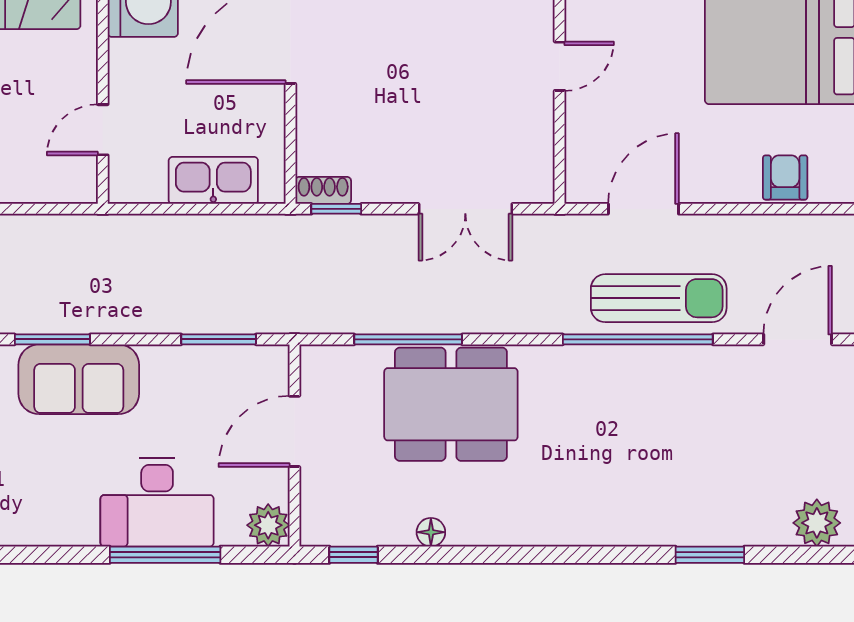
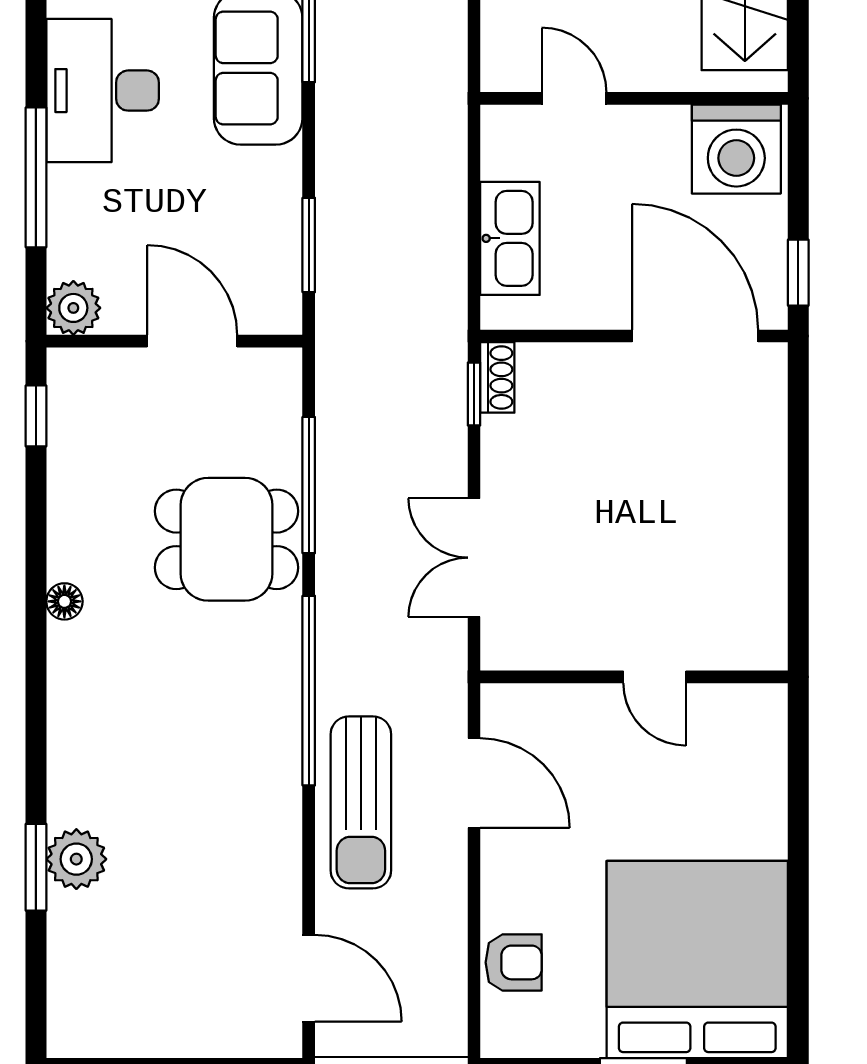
window: (638, 339) -> (309, 691), moved
dining table: (451, 404) -> (227, 539), width x0.73
desk: (157, 502) -> (103, 91), moved
plant: (817, 523) -> (76, 859), moved
floor lamp: (431, 532) -> (64, 601), moved

